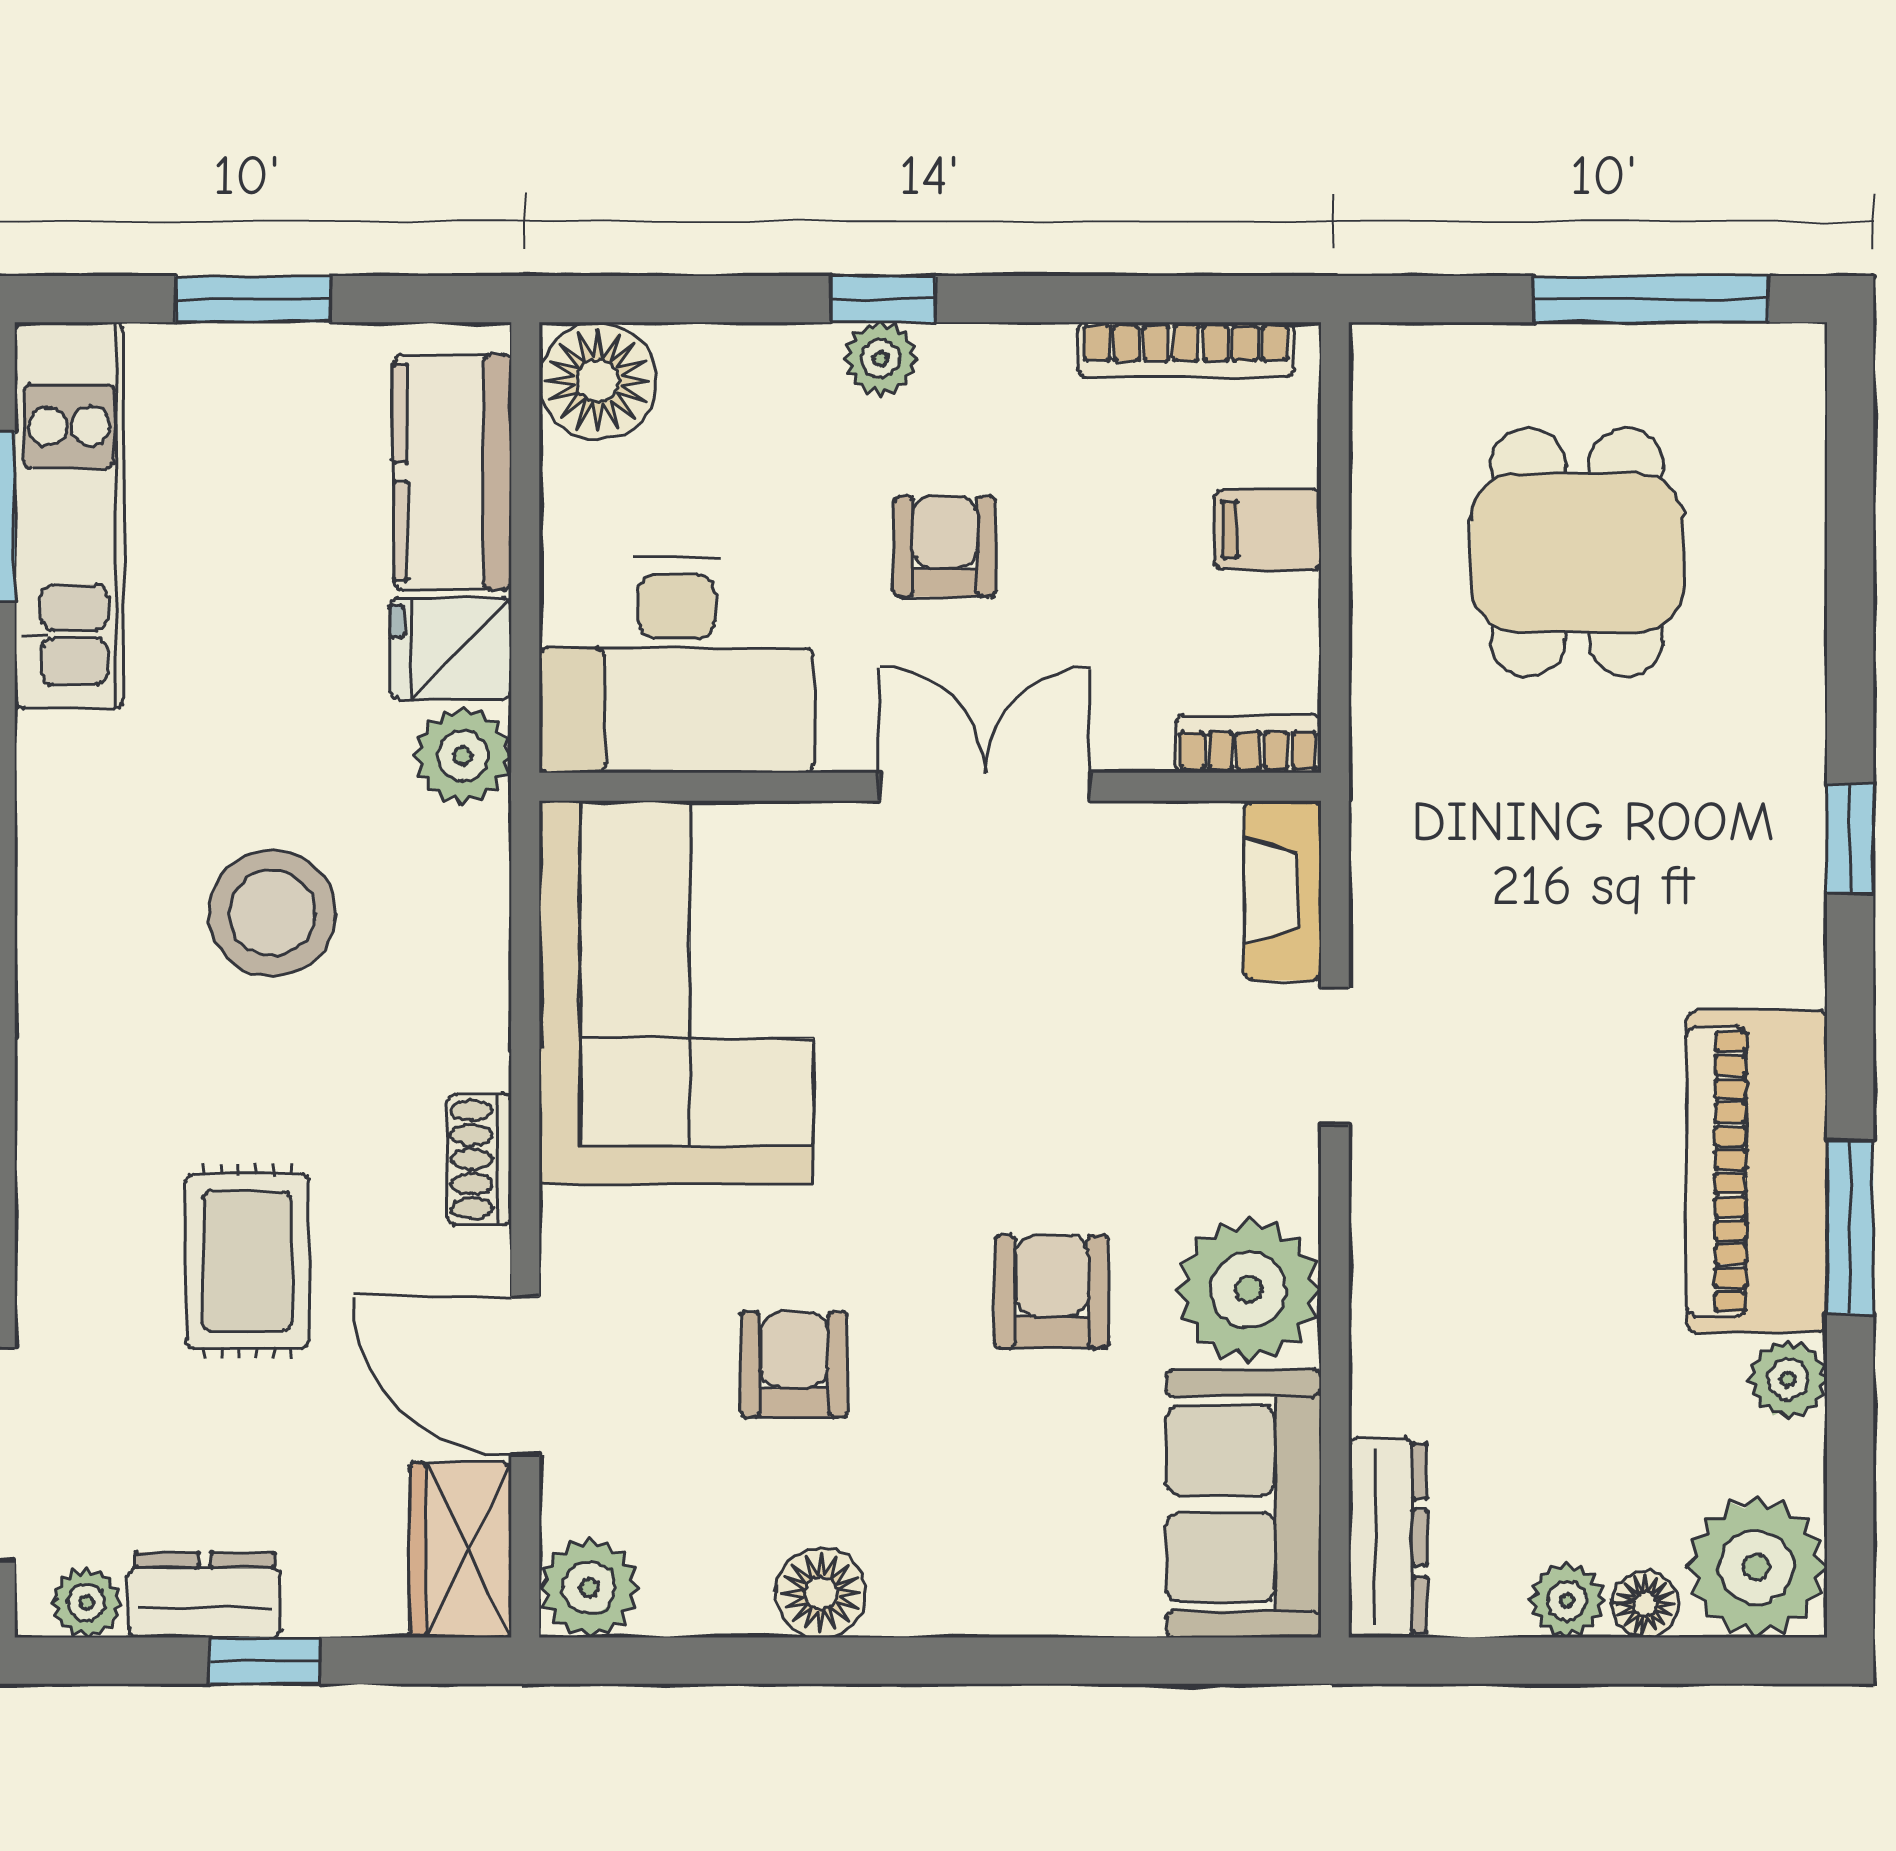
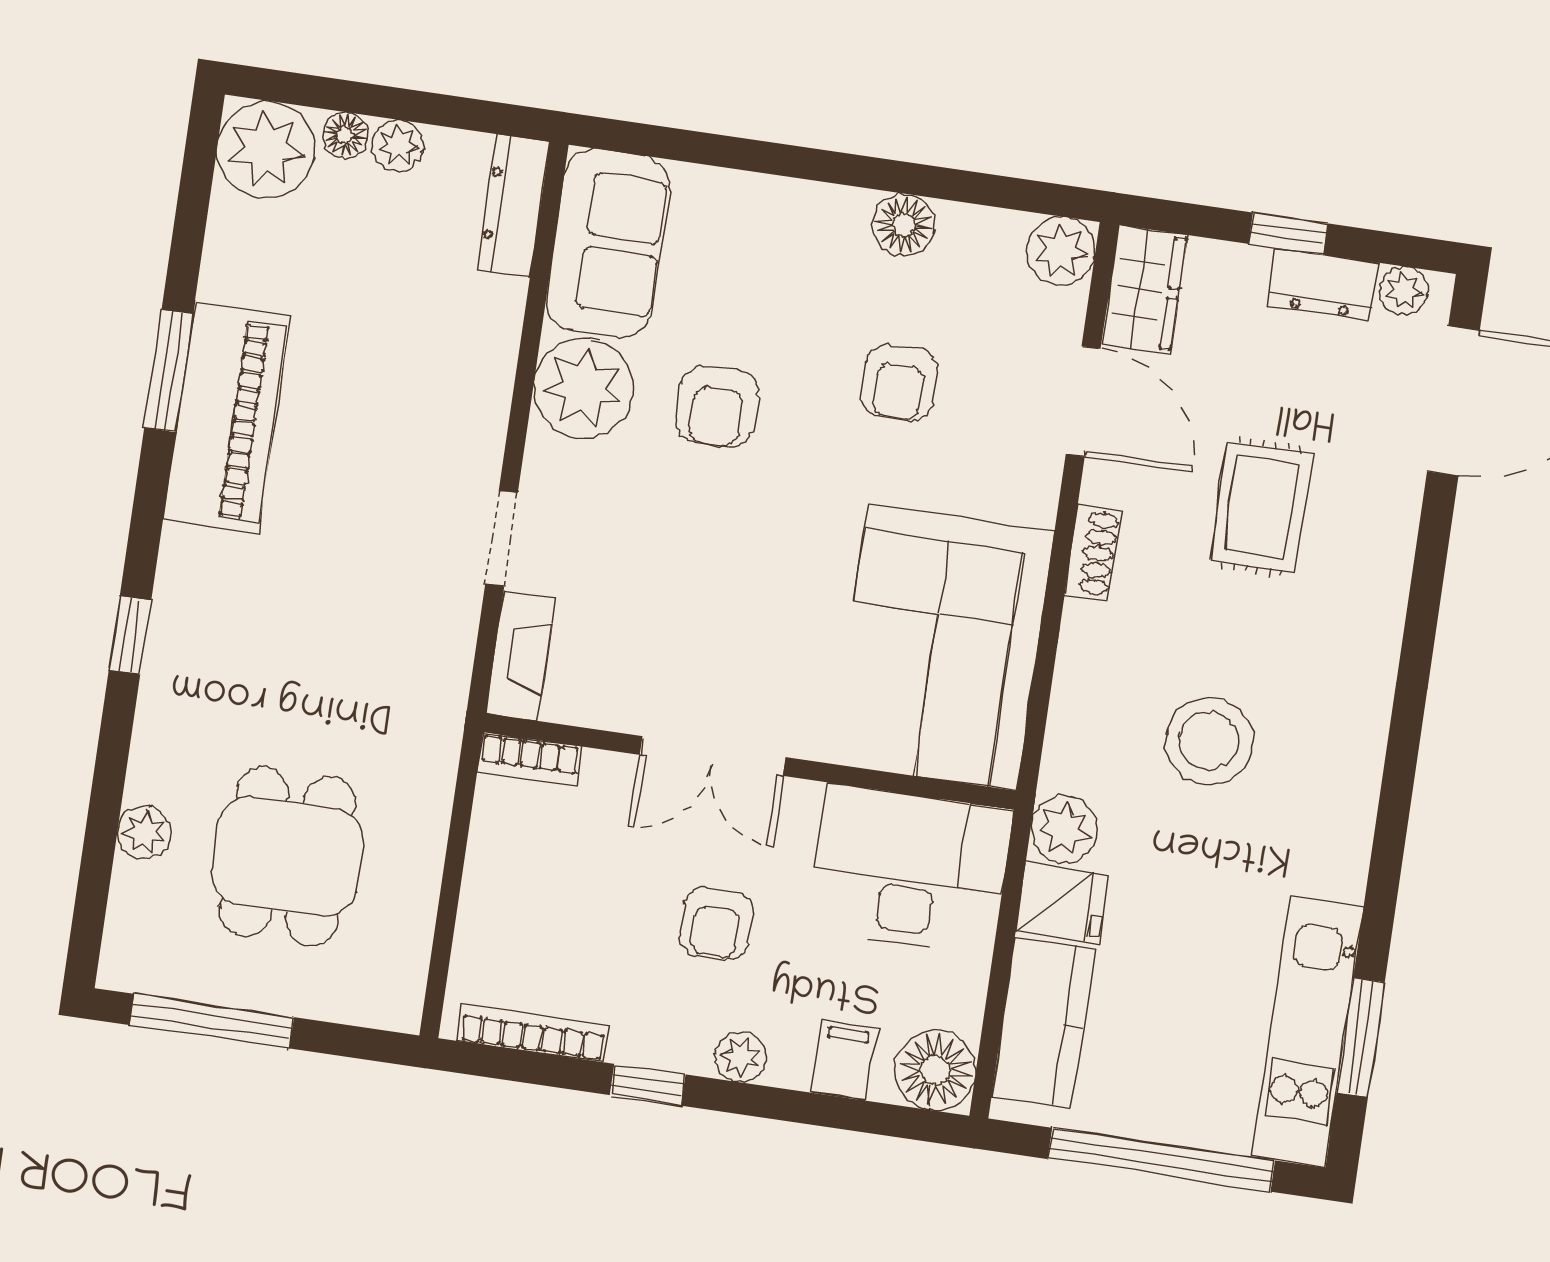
window: (253, 299) -> (1161, 1160), width x2.11
window: (883, 299) -> (648, 1085), moved
filing cabinet: (1267, 530) -> (845, 1060), moved, turned -90
plant: (1788, 1379) -> (144, 832), moved

